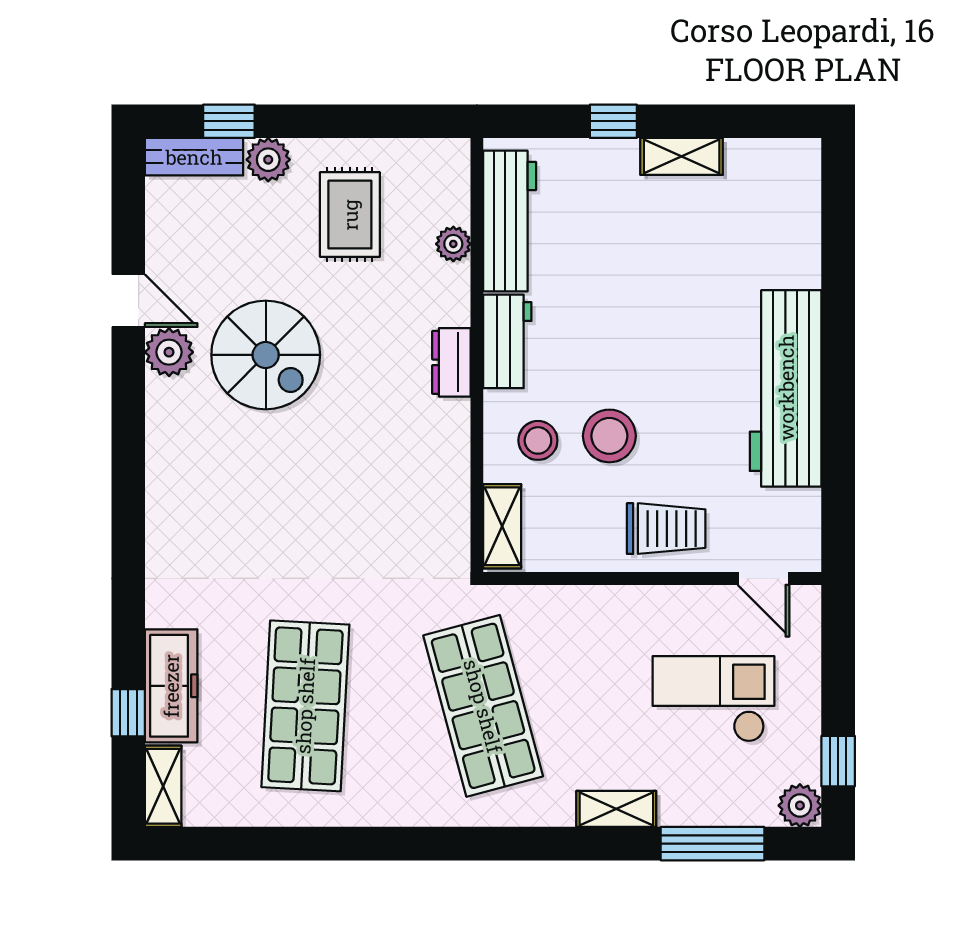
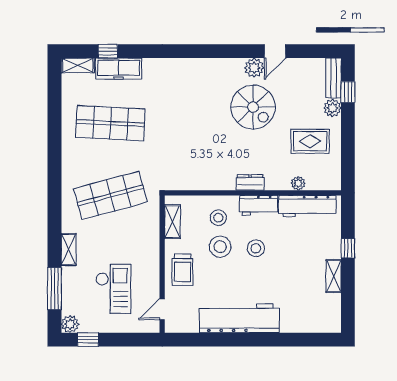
stool: (613, 348) -> (256, 248), added
spiral stairs: (266, 355) -> (253, 107), turned -90
shelving: (502, 526) -> (172, 222), moved, turned 90

